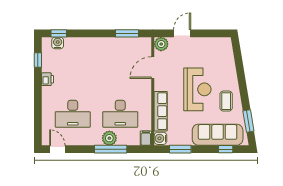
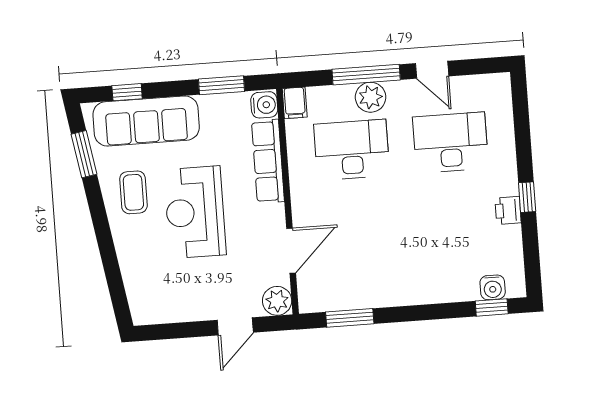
window: (38, 60) -> (527, 197), moved
door: (57, 149) -> (432, 70), moved

